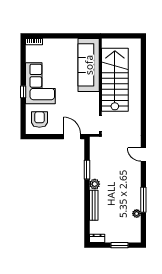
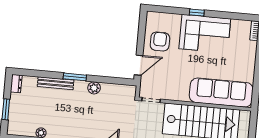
armchair: (39, 119) -> (160, 42), moved, turned -90
window: (87, 170) -> (75, 77), moved
plant: (95, 184) -> (94, 88), moved

